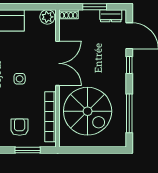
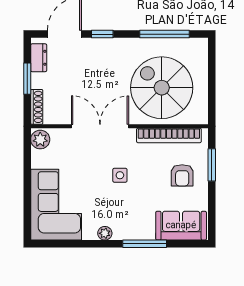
shoe rack: (69, 14) -> (37, 107), width x1.43
spiral stairs: (88, 111) -> (162, 88), turned -90
armchair: (20, 127) -> (182, 175), turned -90

